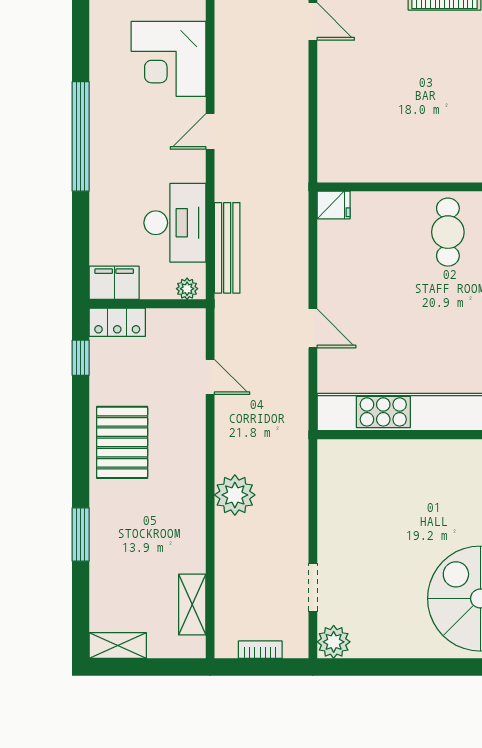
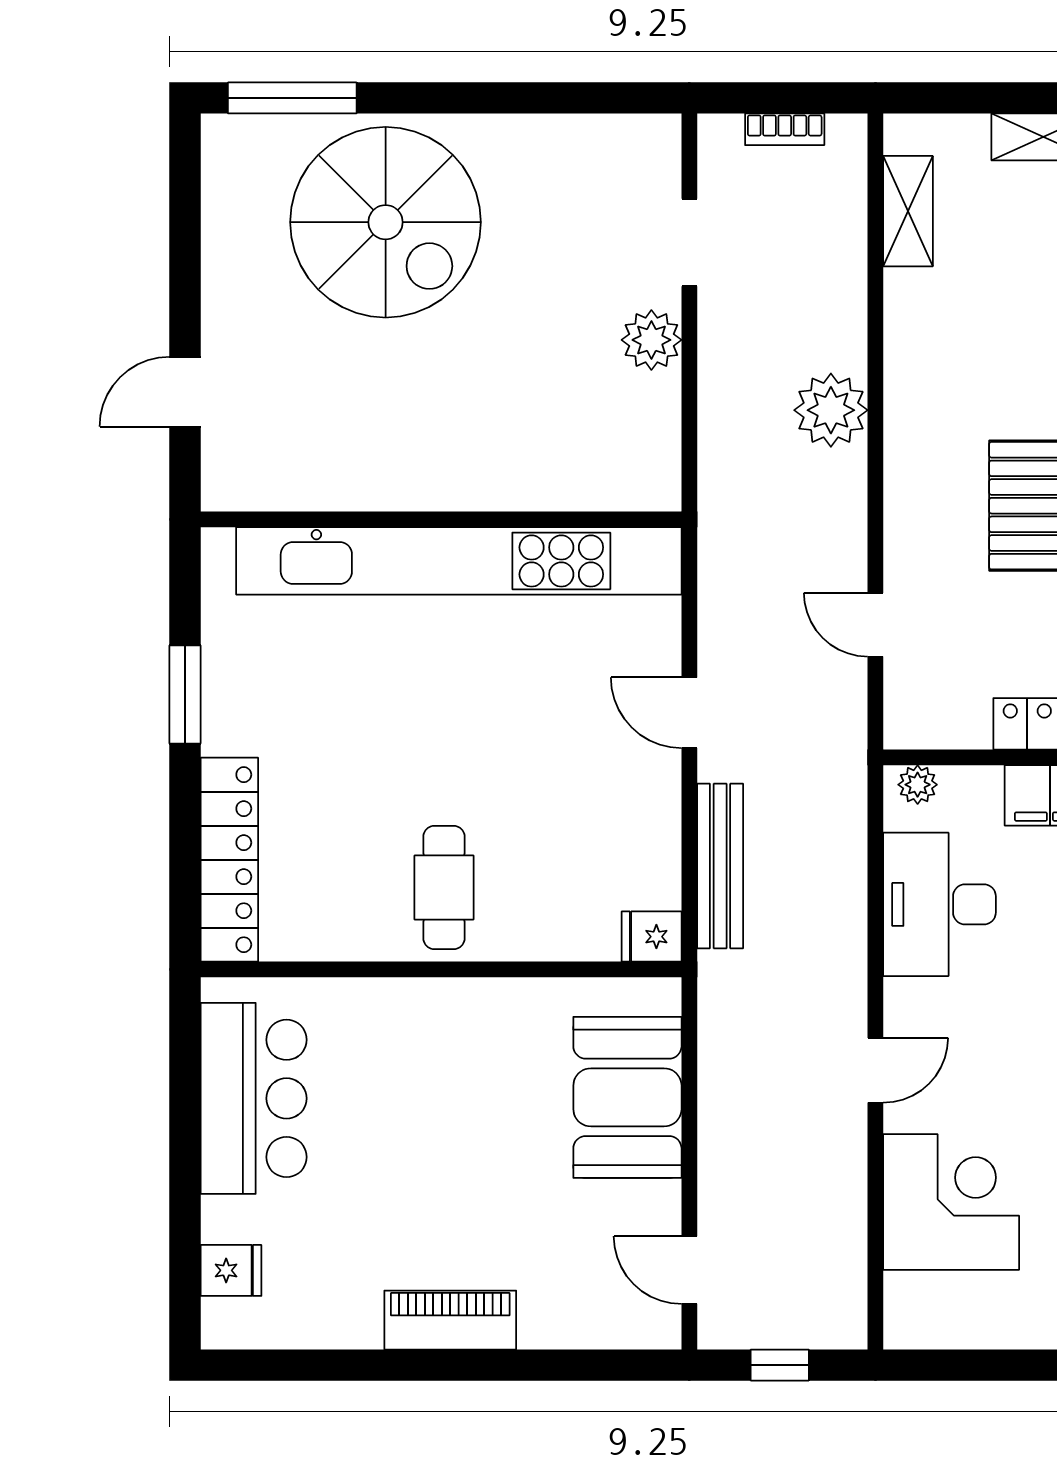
booth: (347, 116) -> (627, 1097), added
bench: (227, 248) -> (720, 866), moved
plant: (334, 642) -> (651, 340), moved

